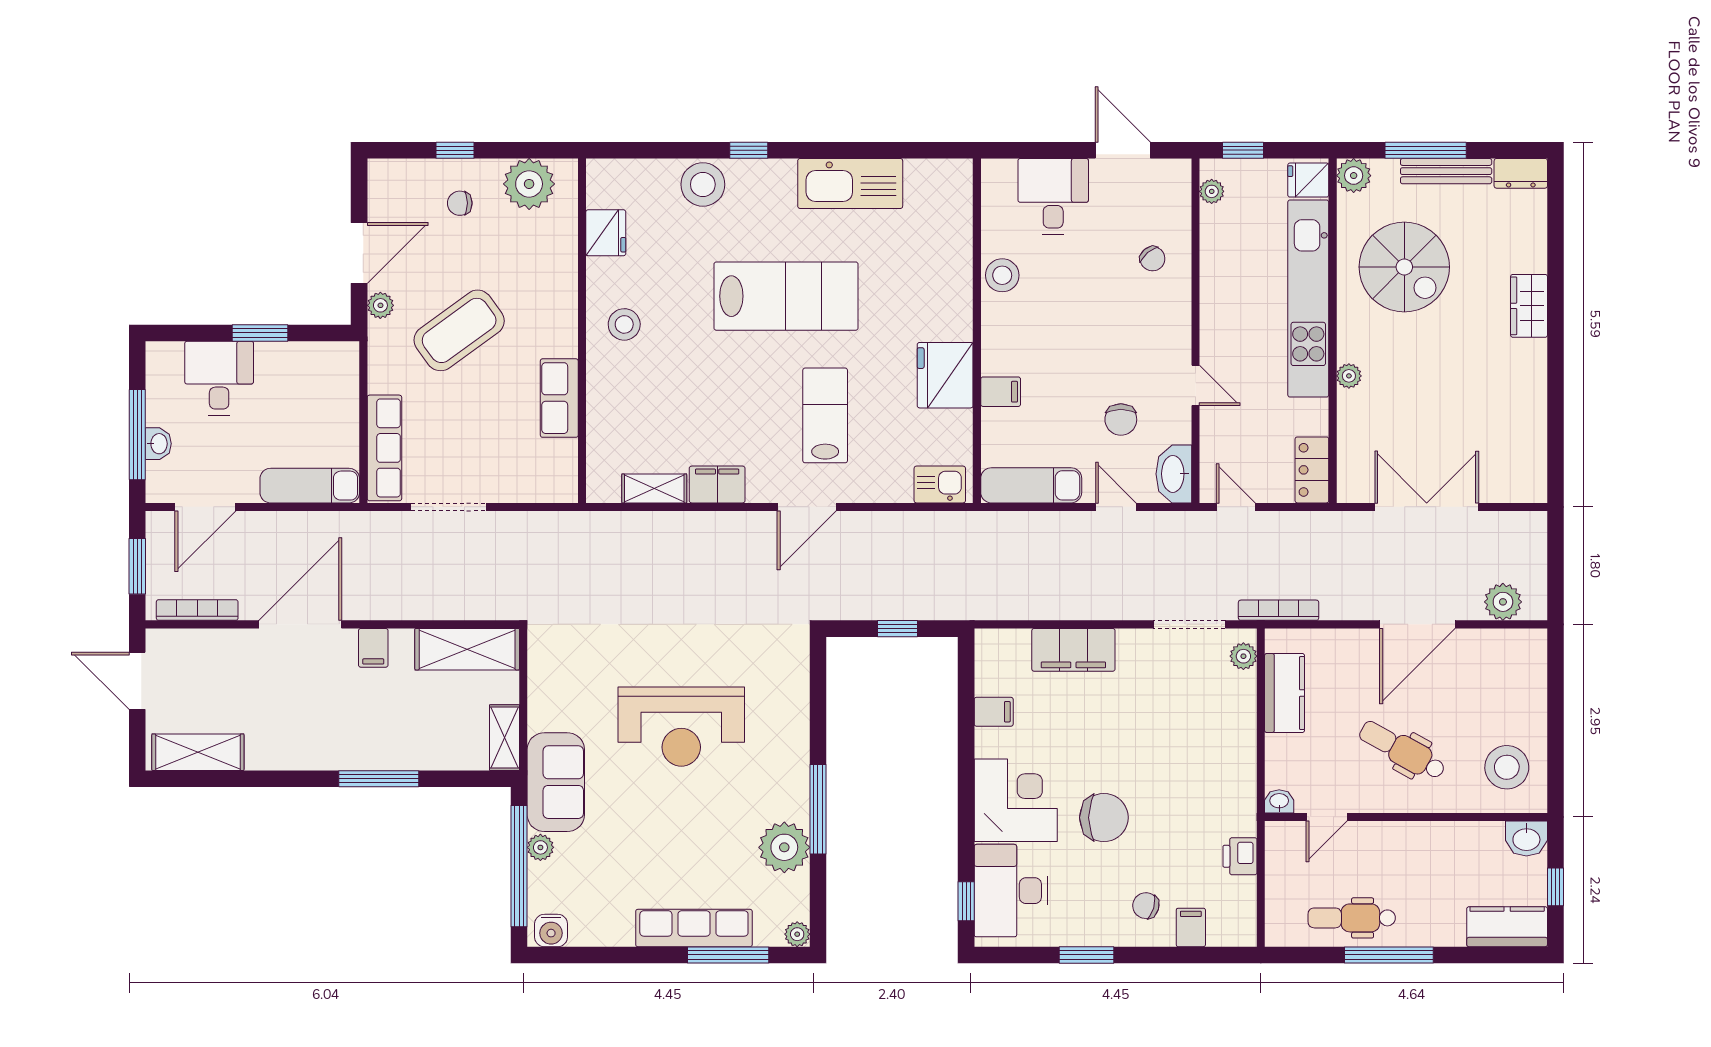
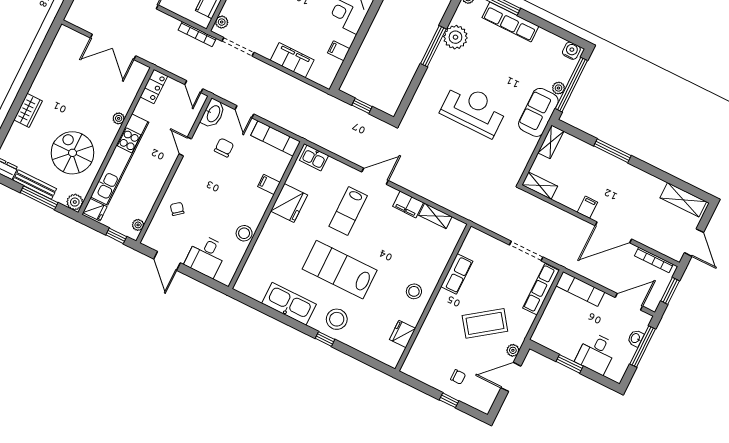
plant: (529, 184) -> (425, 371), removed
stool: (703, 184) -> (337, 319), moved
shelving: (467, 649) -> (540, 186), width x0.67, depth x0.75

